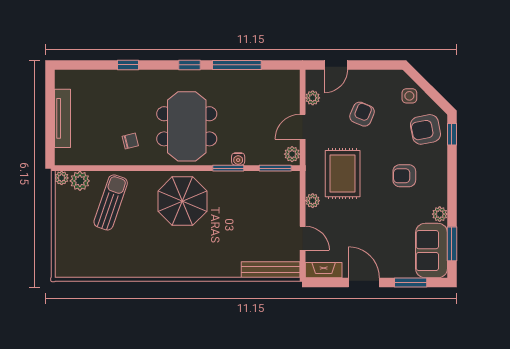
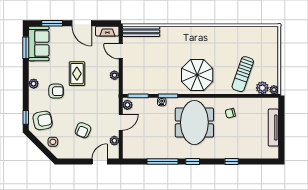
rug: (343, 174) -> (77, 74), moved, width x0.73, depth x0.70
plant: (440, 214) -> (34, 84), moved

